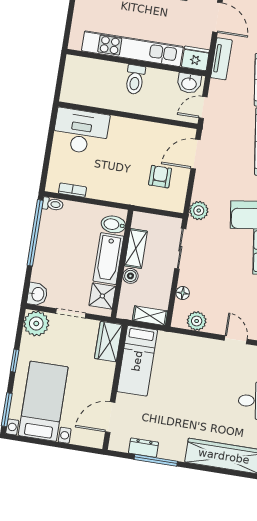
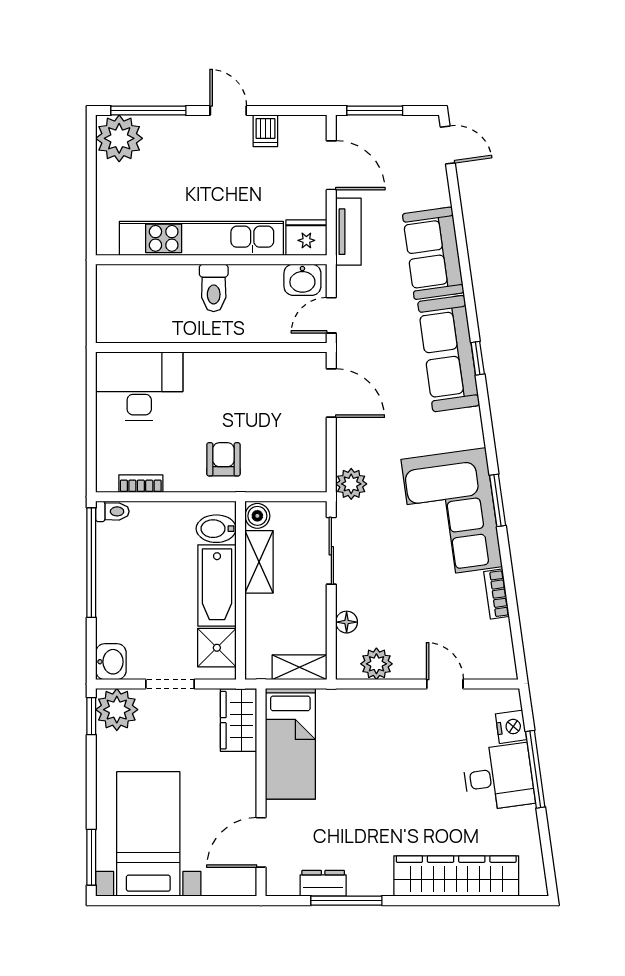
door: (195, 154) -> (331, 393), swing flipped
armchair: (160, 177) -> (223, 459), moved
boiler: (130, 276) -> (257, 516), moved
window: (15, 361) -> (91, 716), moved

